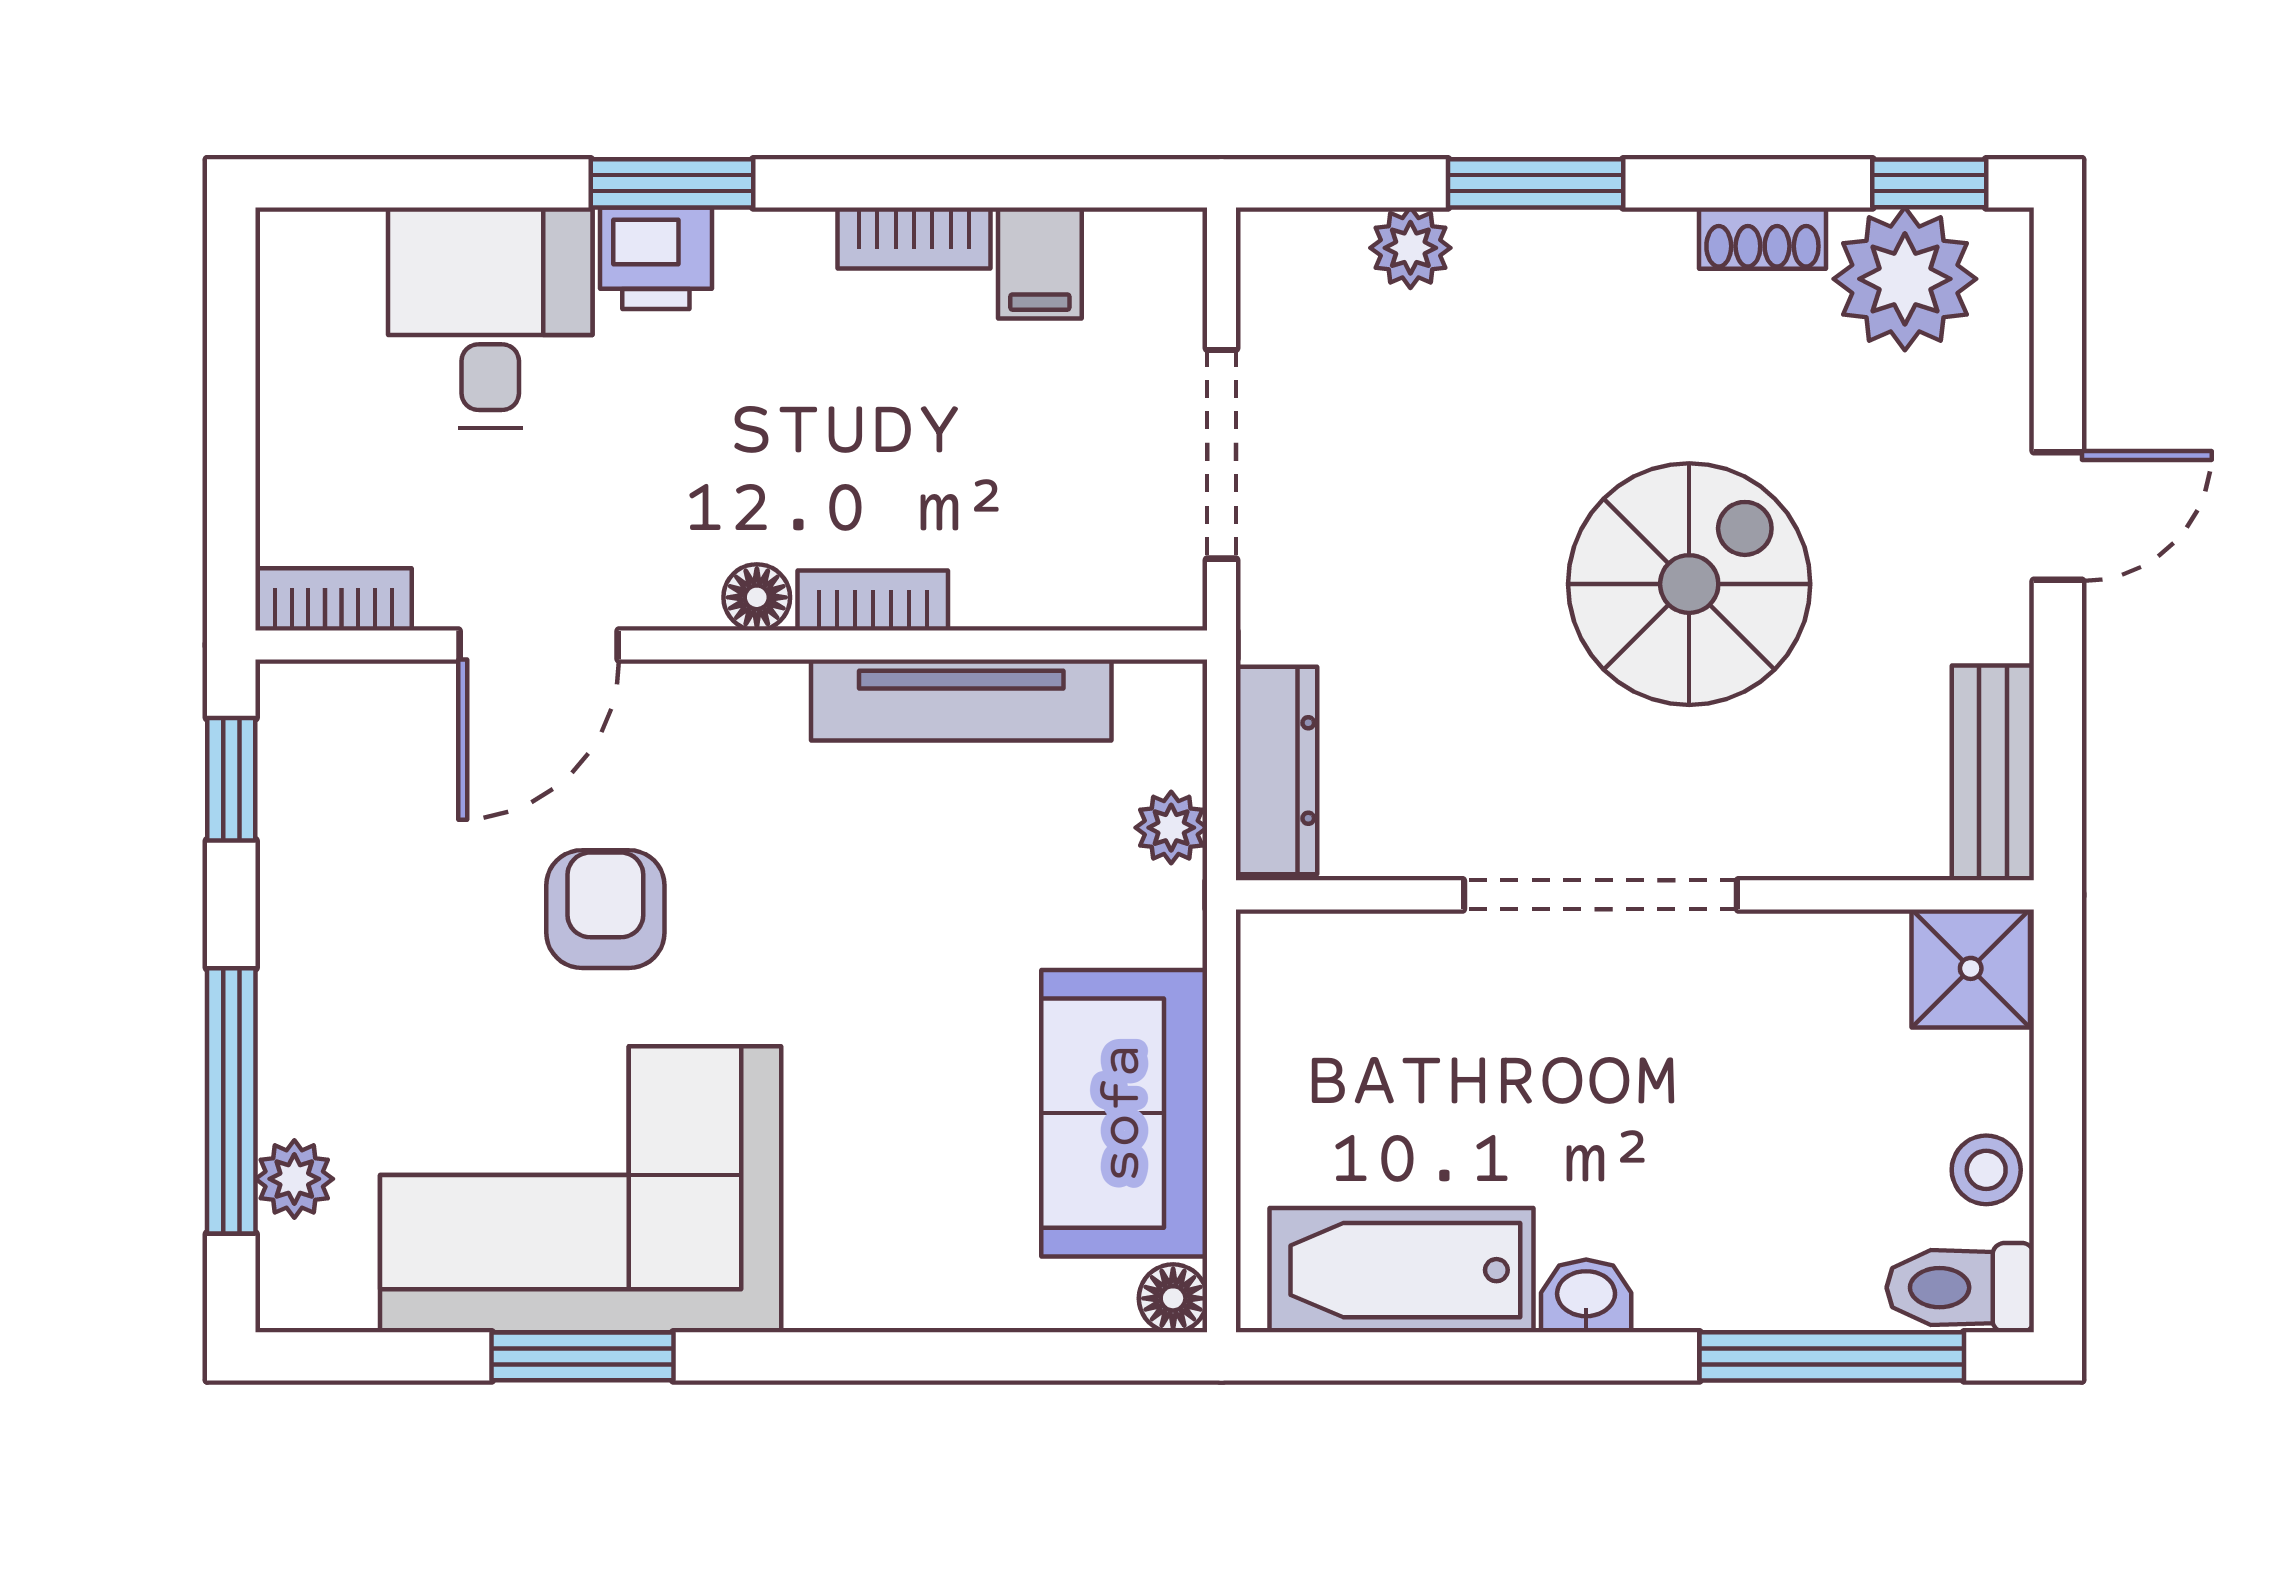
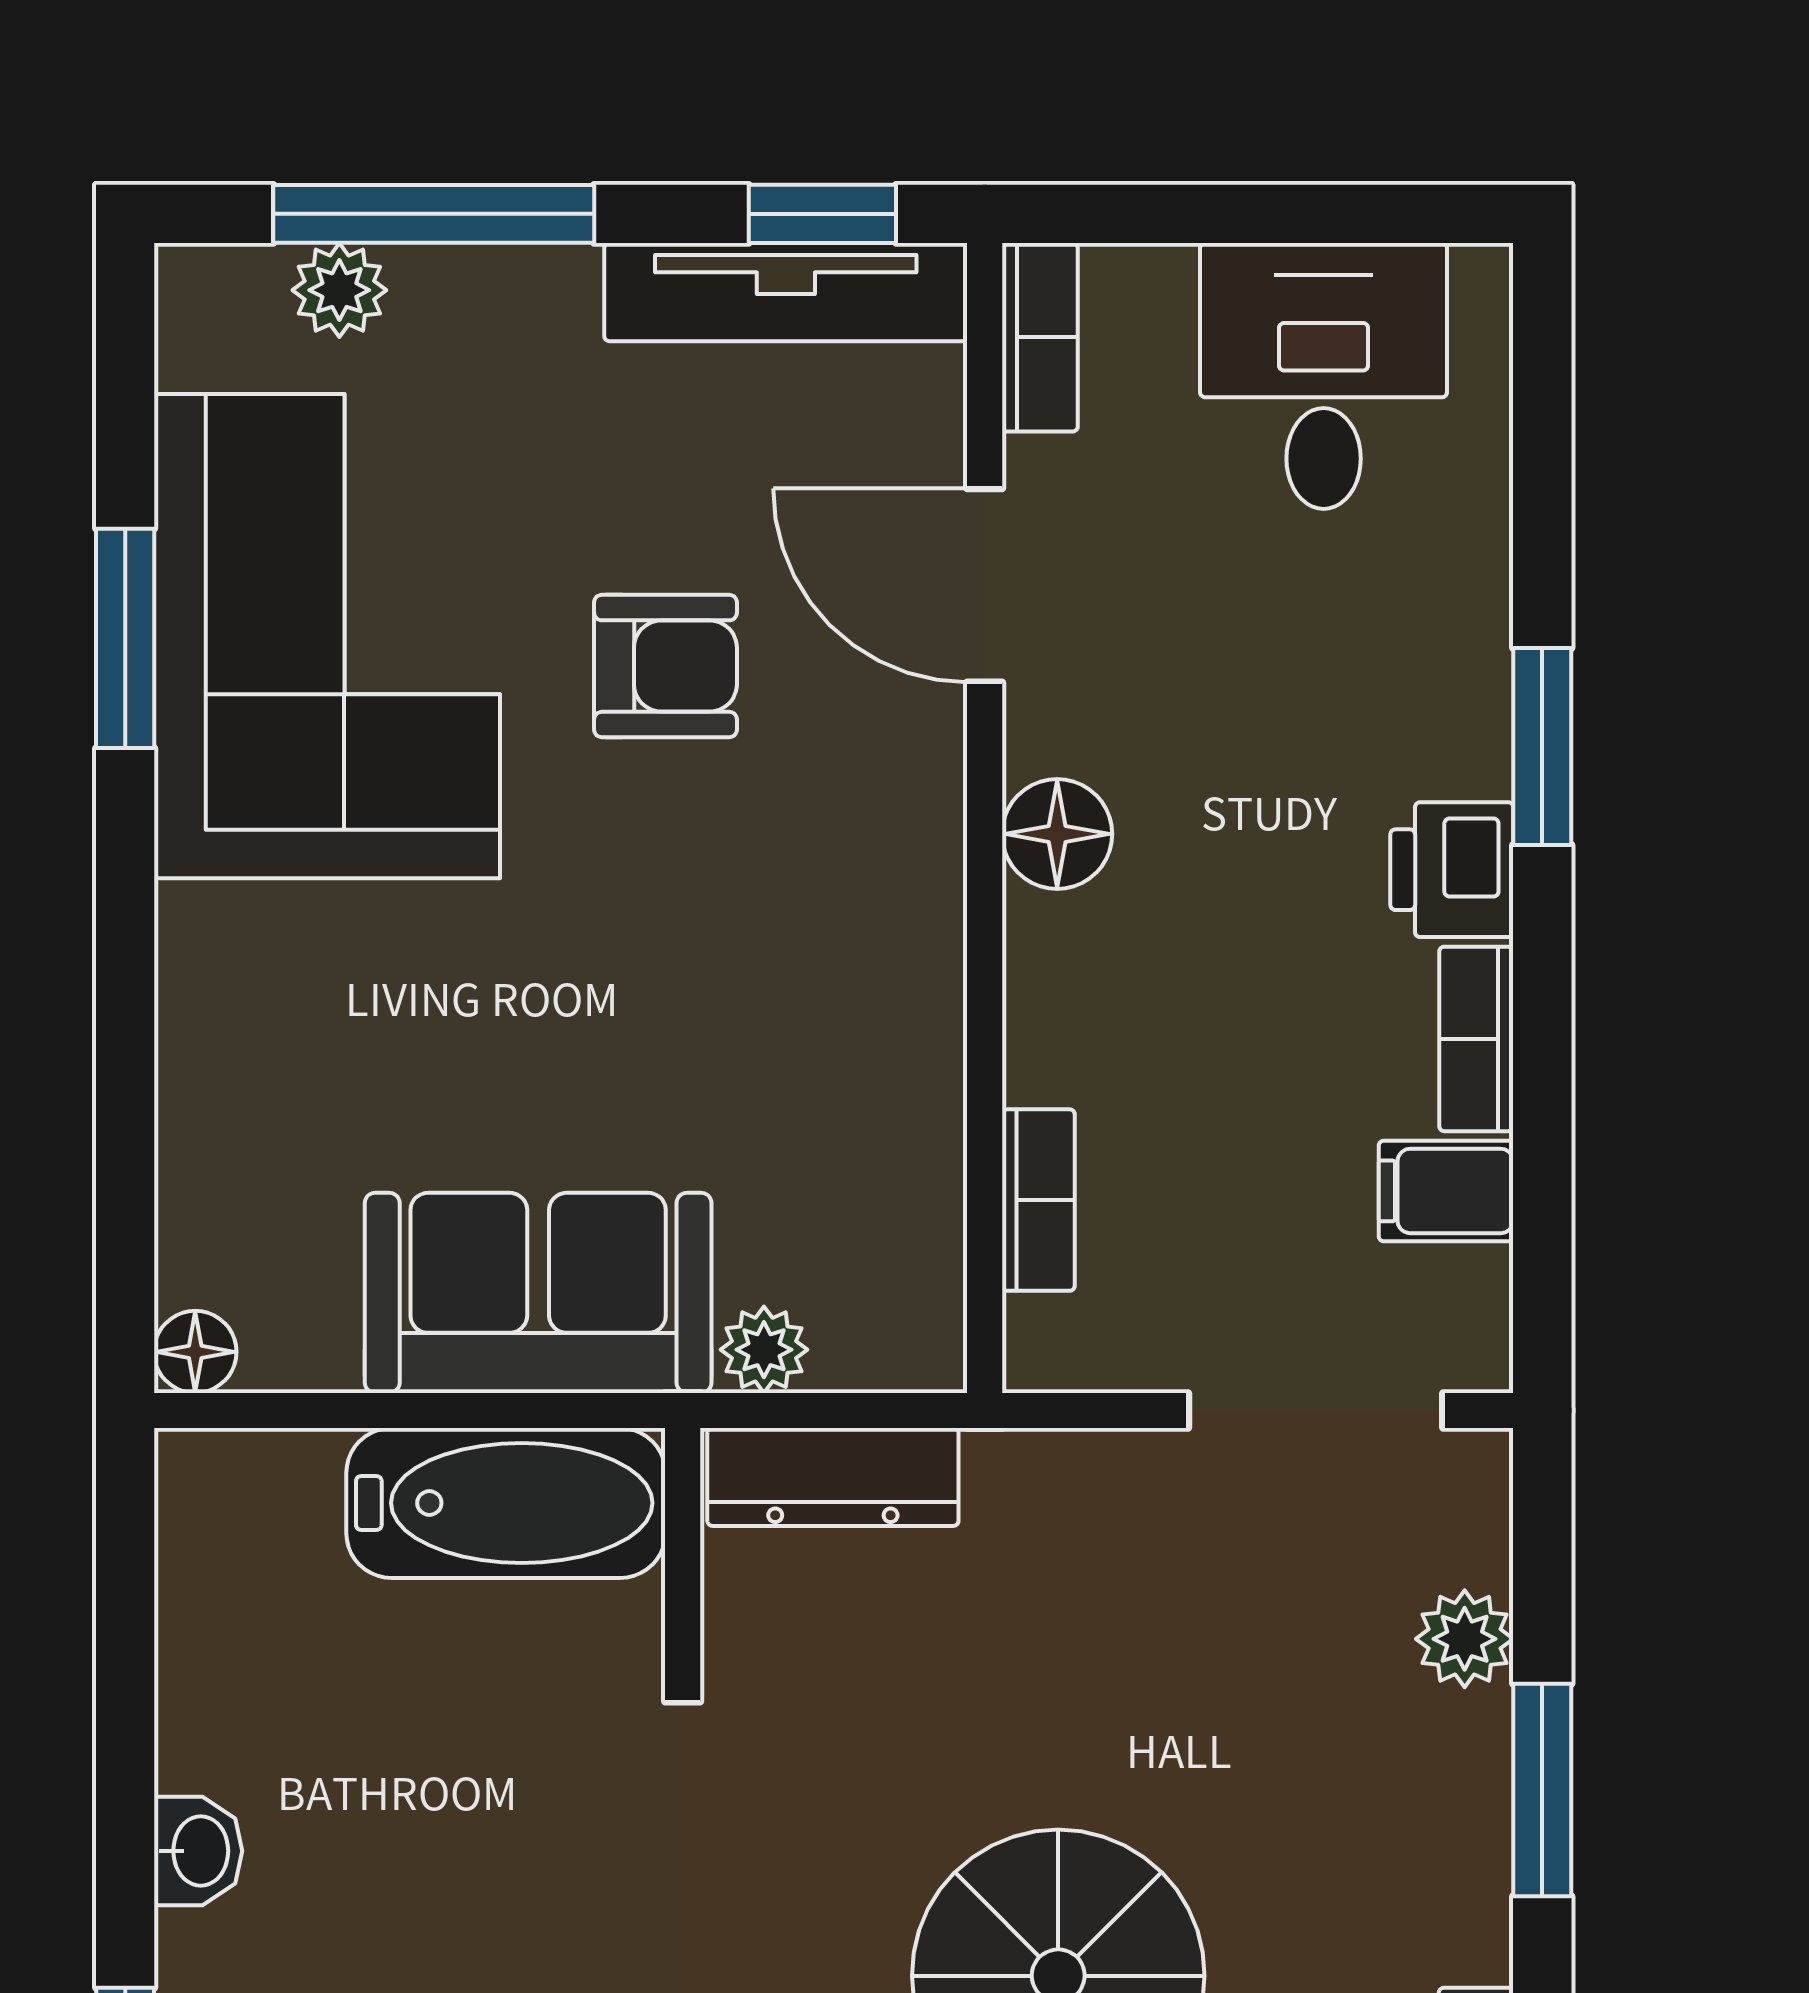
printer: (656, 258) -> (1452, 870), moved
desk: (490, 318) -> (1324, 376), moved, turned -90
doorway: (1221, 454) -> (1316, 1410), moved
floor lamp: (757, 597) -> (1057, 834), width x1.37, depth x1.37
bookcase: (873, 600) -> (1038, 1200), moved
tv unit: (961, 700) -> (786, 292), moved, turned -90
sofa: (1124, 1113) -> (538, 1293), moved
bathtub: (1401, 1270) -> (506, 1503), moved, turned 90

